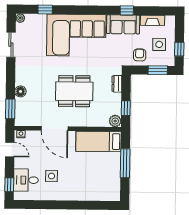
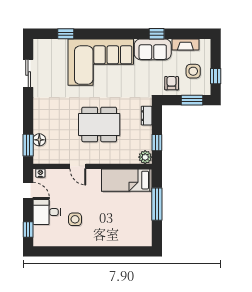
plant: (20, 18) -> (38, 44), removed
floor lamp: (20, 91) -> (39, 140), moved
door: (55, 129) -> (78, 166), width x0.53
desk: (26, 180) -> (47, 212), moved

